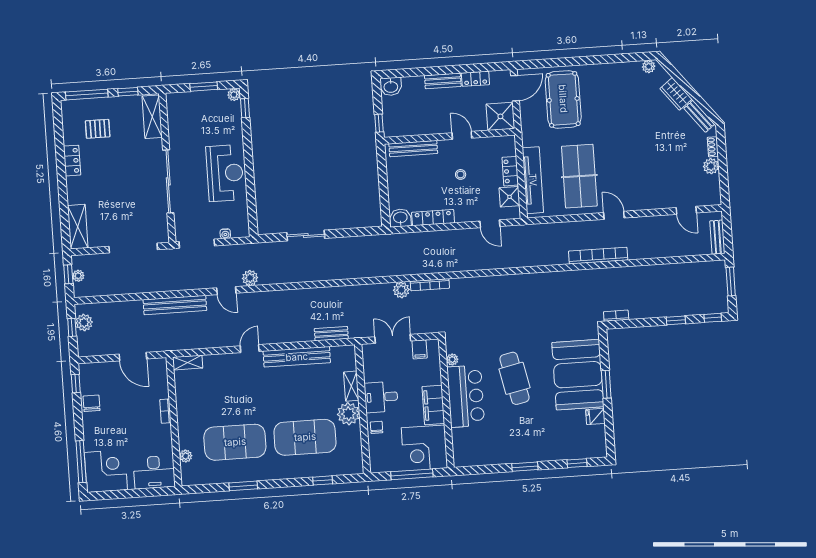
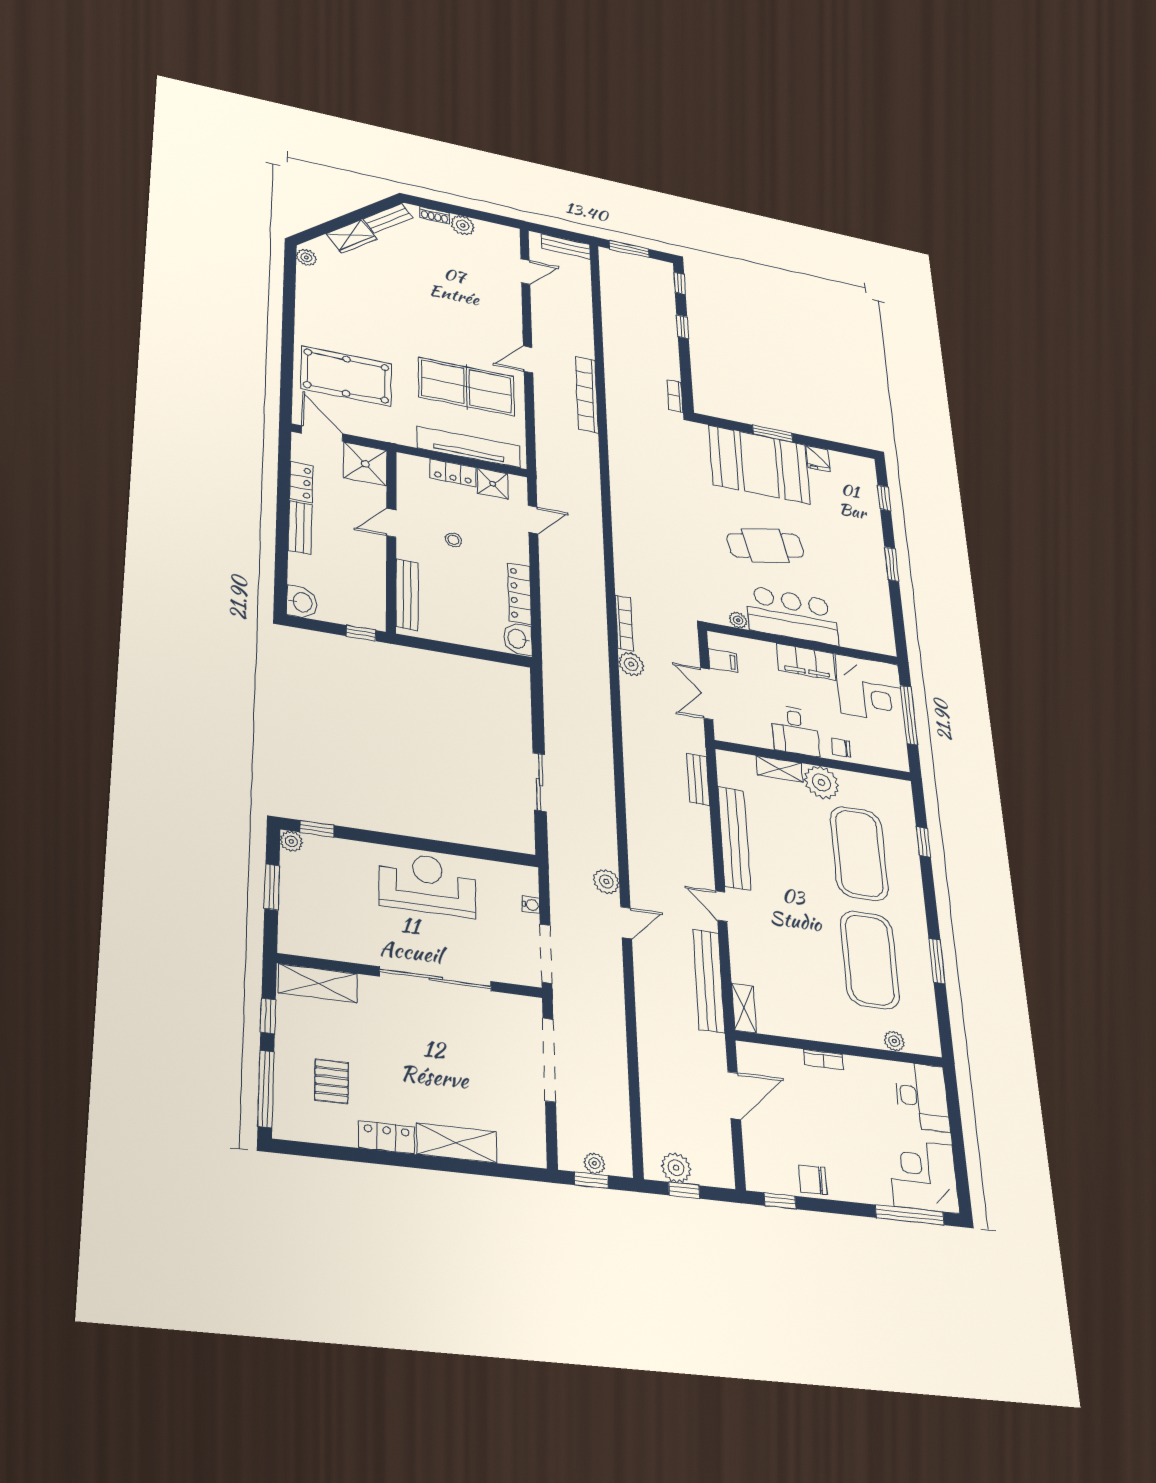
shelving: (78, 227) -> (457, 1143), moved
bench: (175, 305) -> (709, 981), moved

